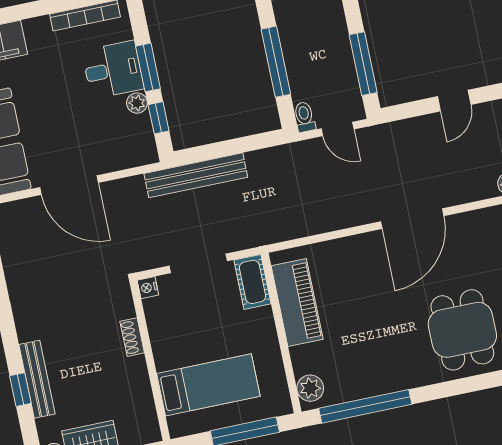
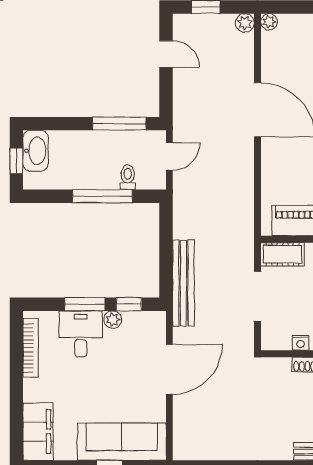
toilet: (304, 117) -> (128, 177), moved, turned 90
door: (69, 185) -> (169, 369), moved
nightstand: (148, 288) -> (301, 343), moved

